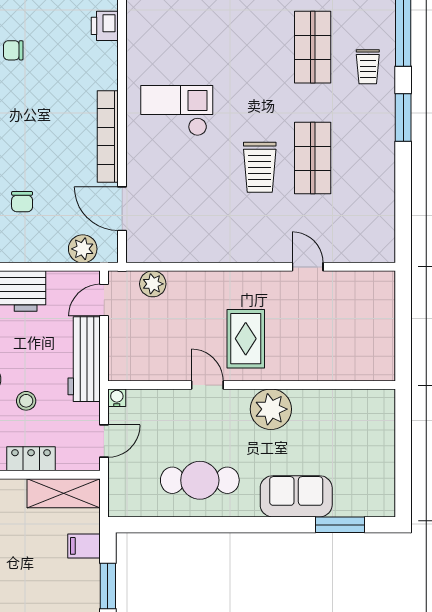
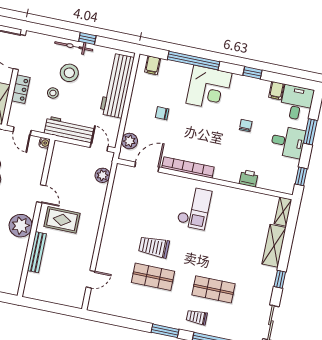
door: (308, 267) -> (91, 279), moved
bench: (312, 371) -> (37, 252), added
door: (207, 385) -> (41, 194), hinge flipped

